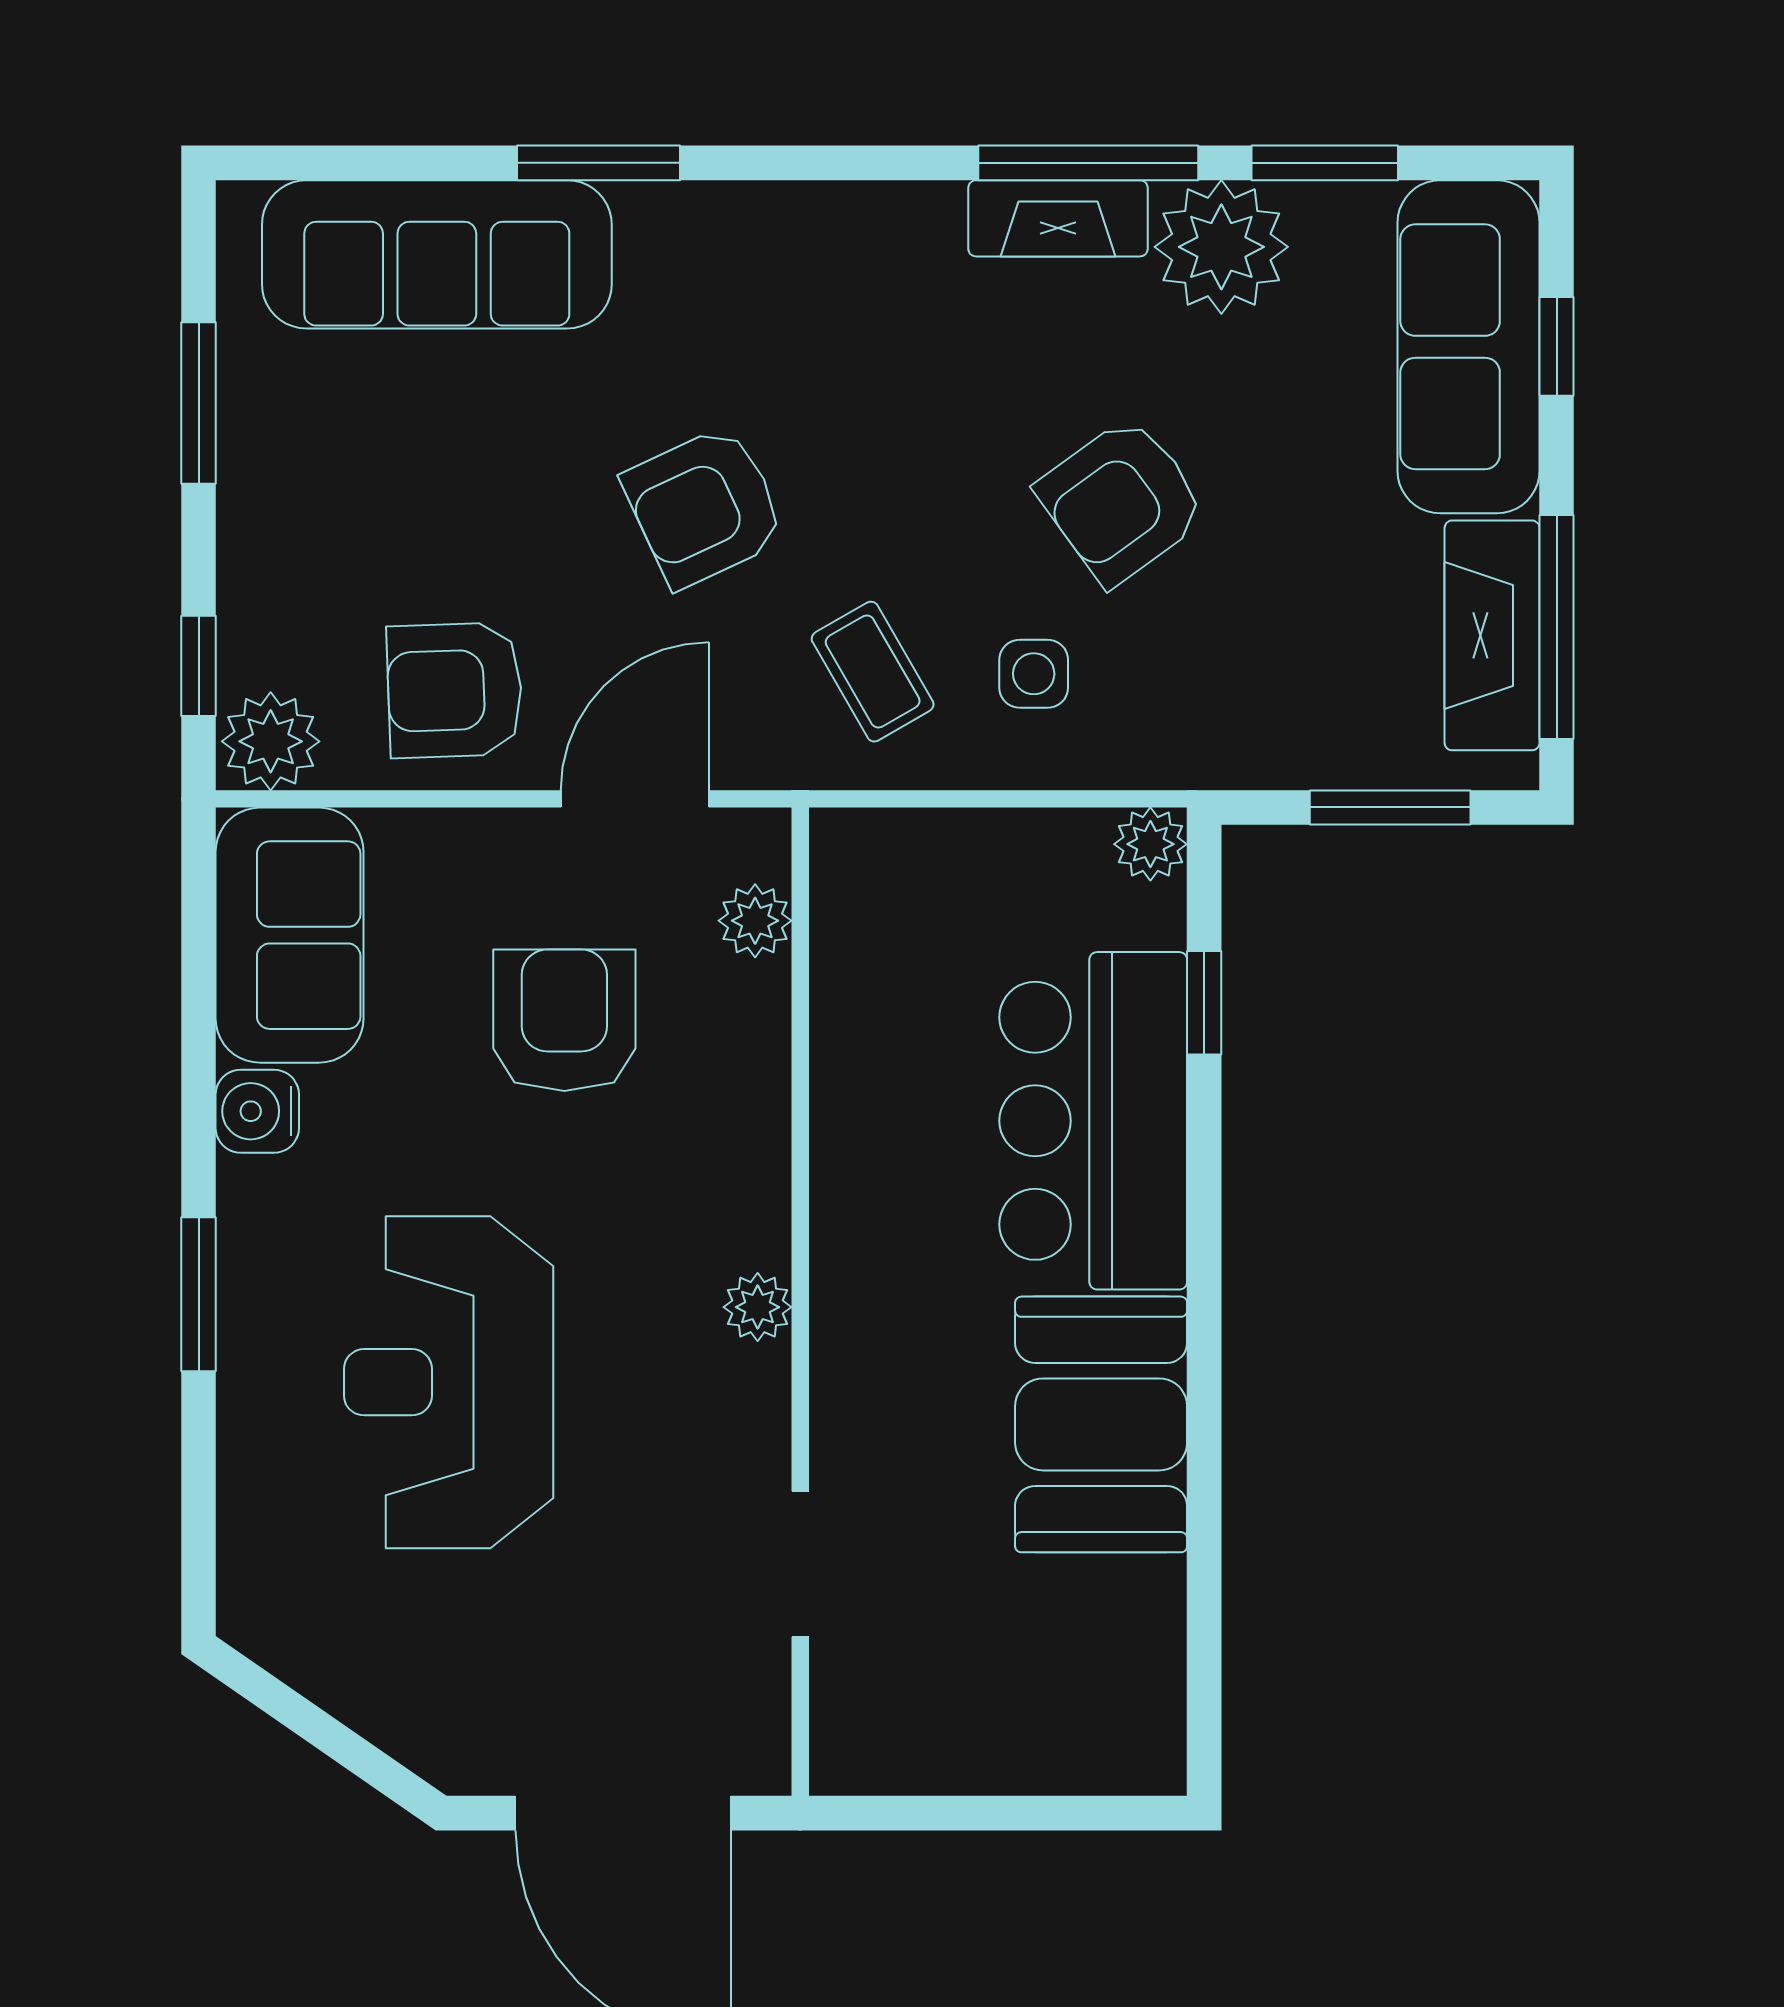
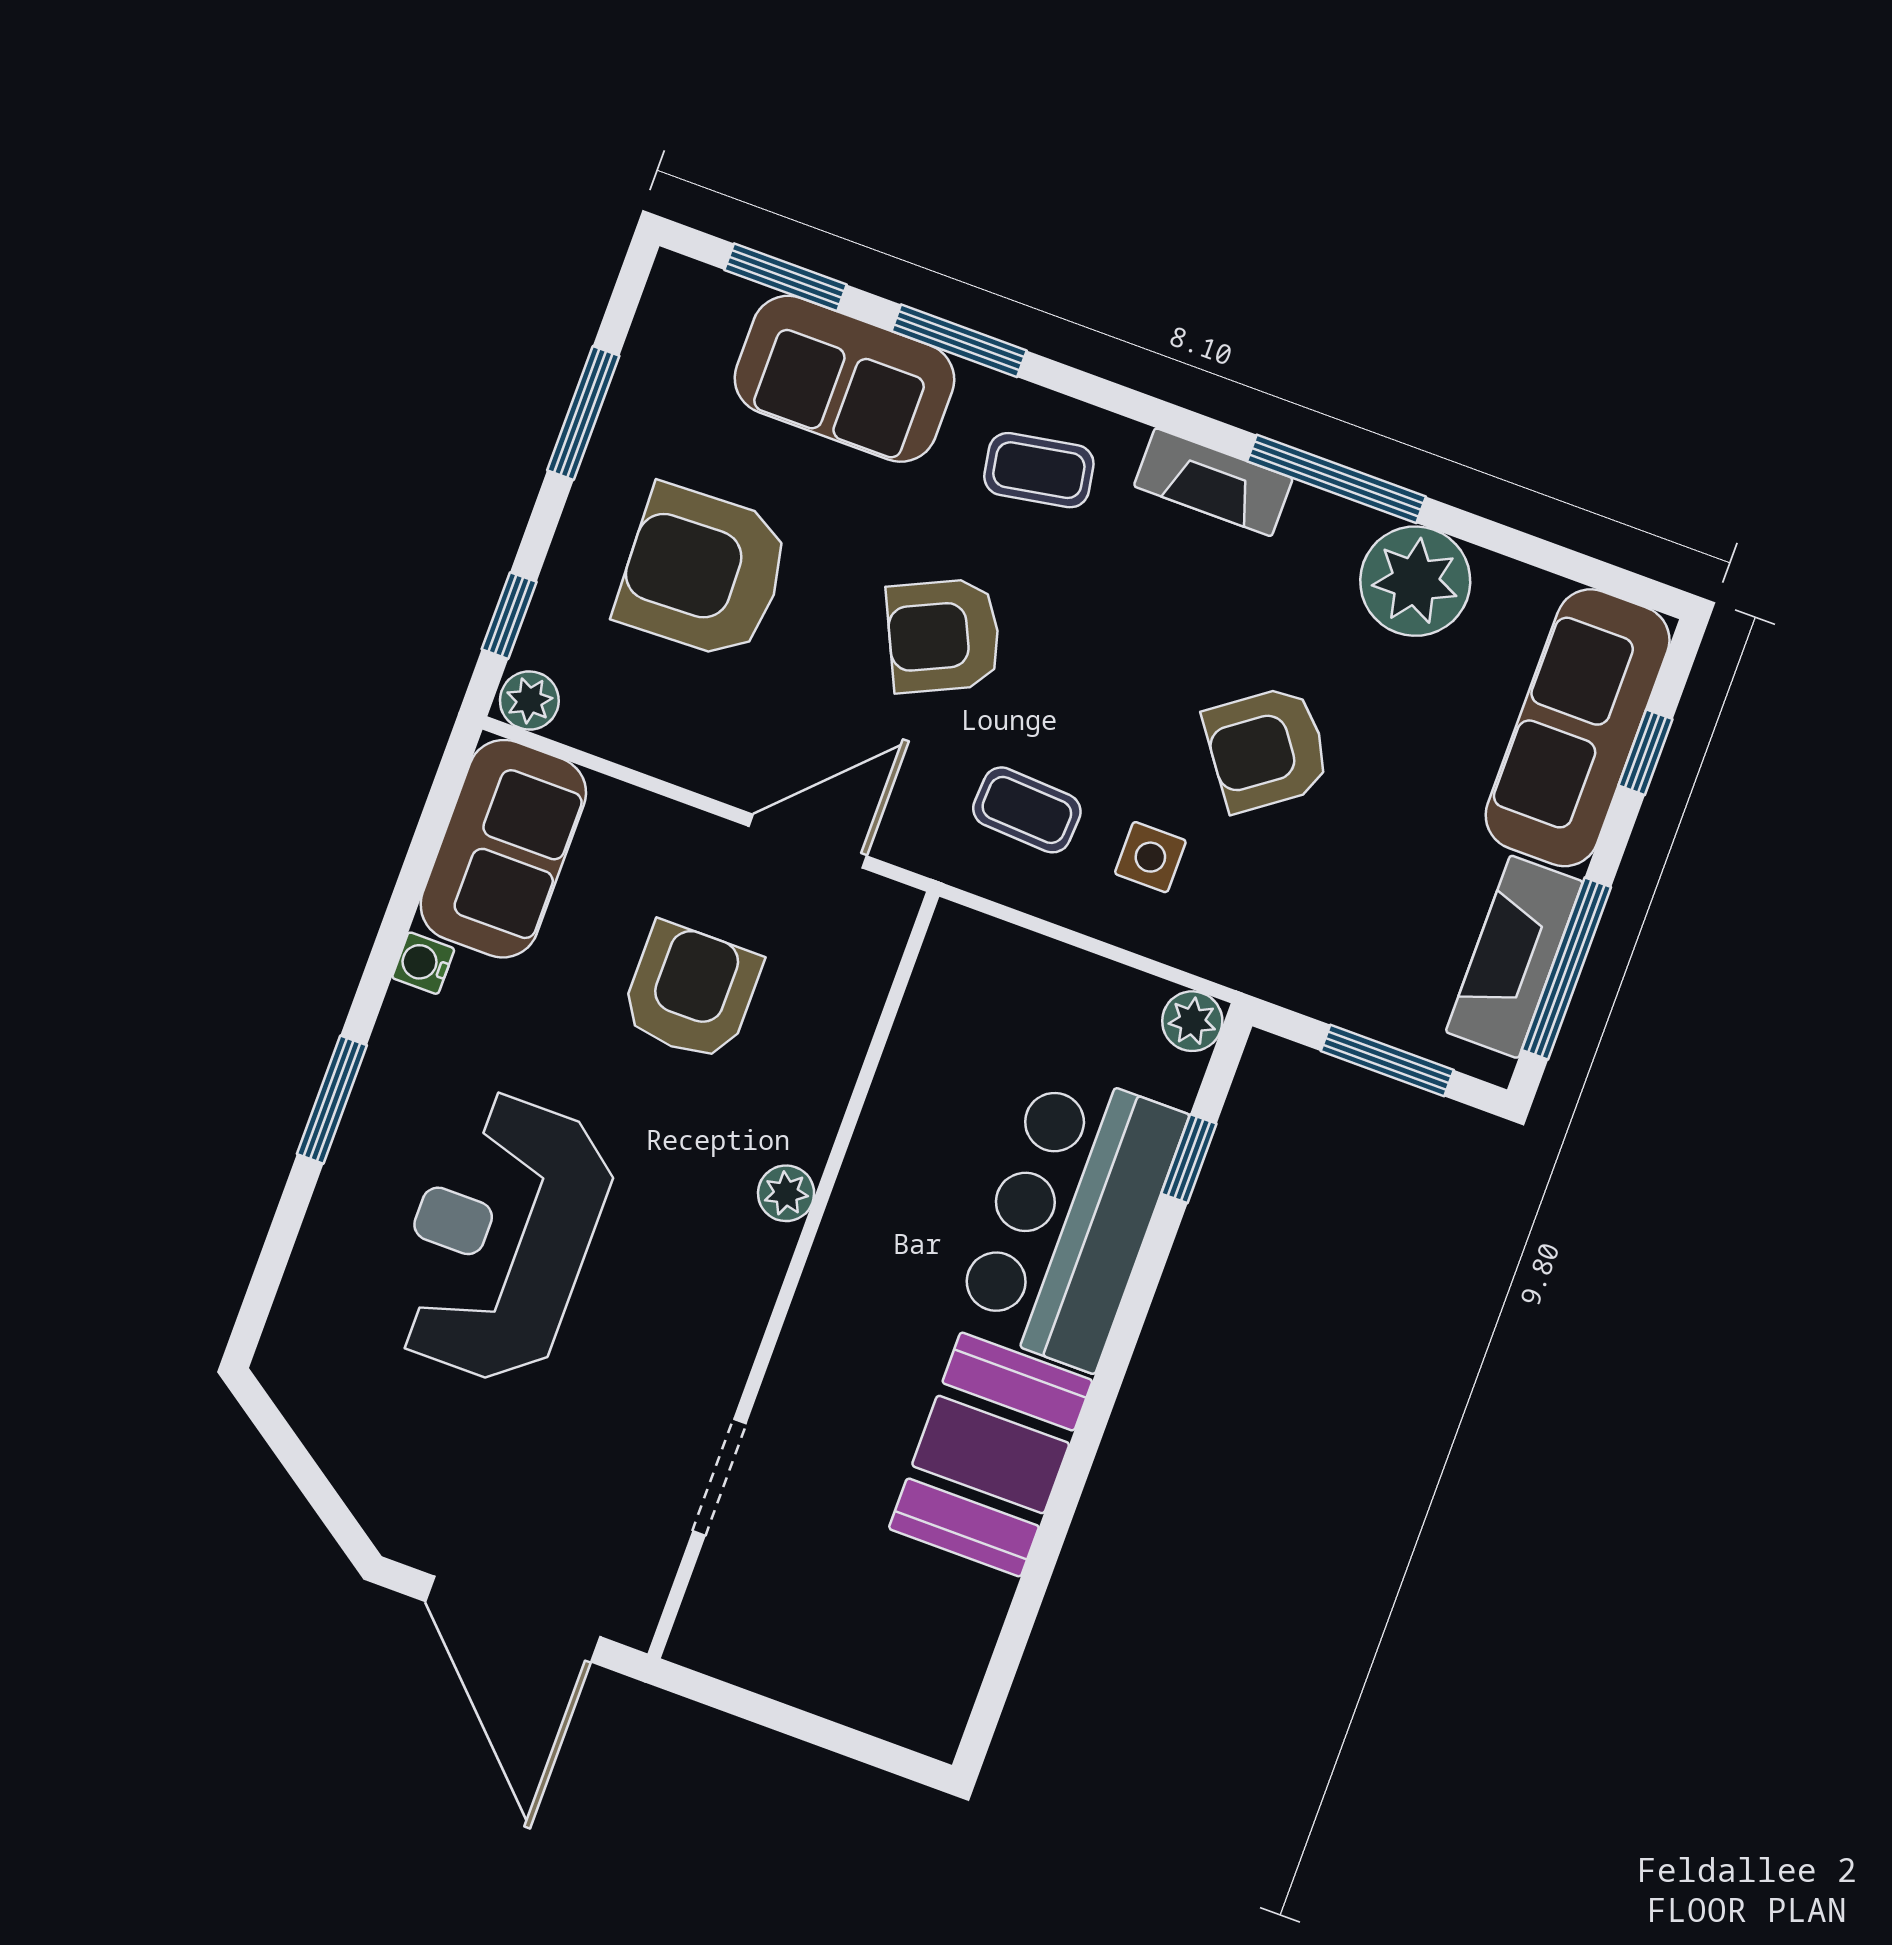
window: (1325, 163) -> (786, 277), moved
fireplace: (1058, 218) -> (1213, 482), moved
sofa: (437, 254) -> (844, 379), width x0.73
coffee table: (744, 278) -> (1039, 470), added
coffee table: (873, 672) -> (1027, 810), turned -57
armchair: (455, 690) -> (703, 572), moved, width x1.36, depth x1.36
plant: (271, 741) -> (529, 700), width x0.73, depth x0.73
plant: (755, 921) -> (866, 969), removed
water cooler: (257, 1111) -> (423, 963), width x0.72, depth x0.72
plant: (758, 1307) -> (786, 1193), moved

